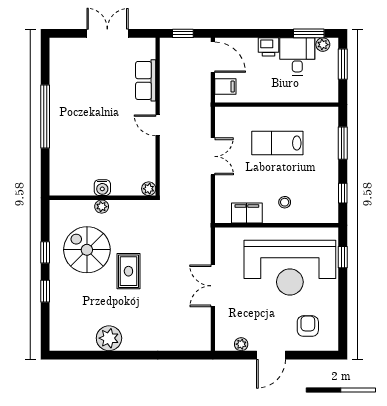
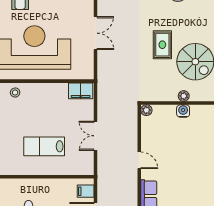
lab bench: (277, 143) -> (44, 146), turned 180
stool: (285, 202) -> (15, 93), moved
filing cabinet: (247, 213) -> (81, 91), moved

